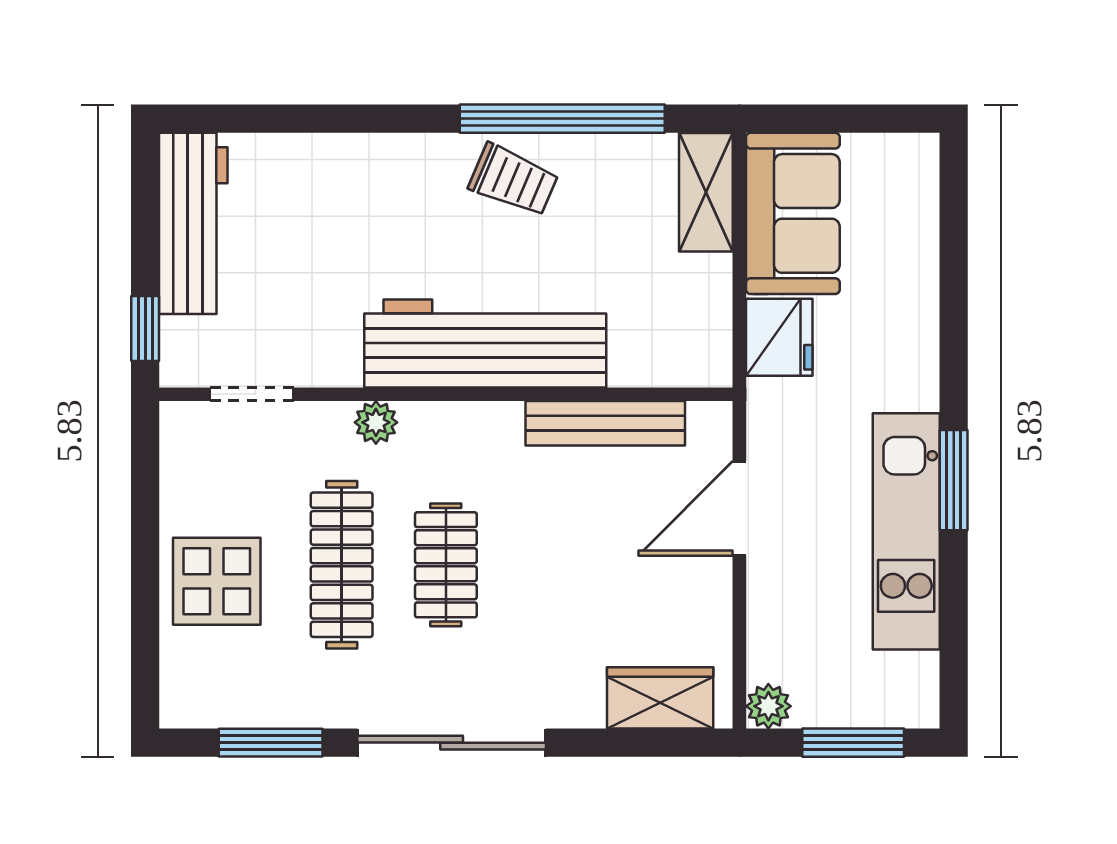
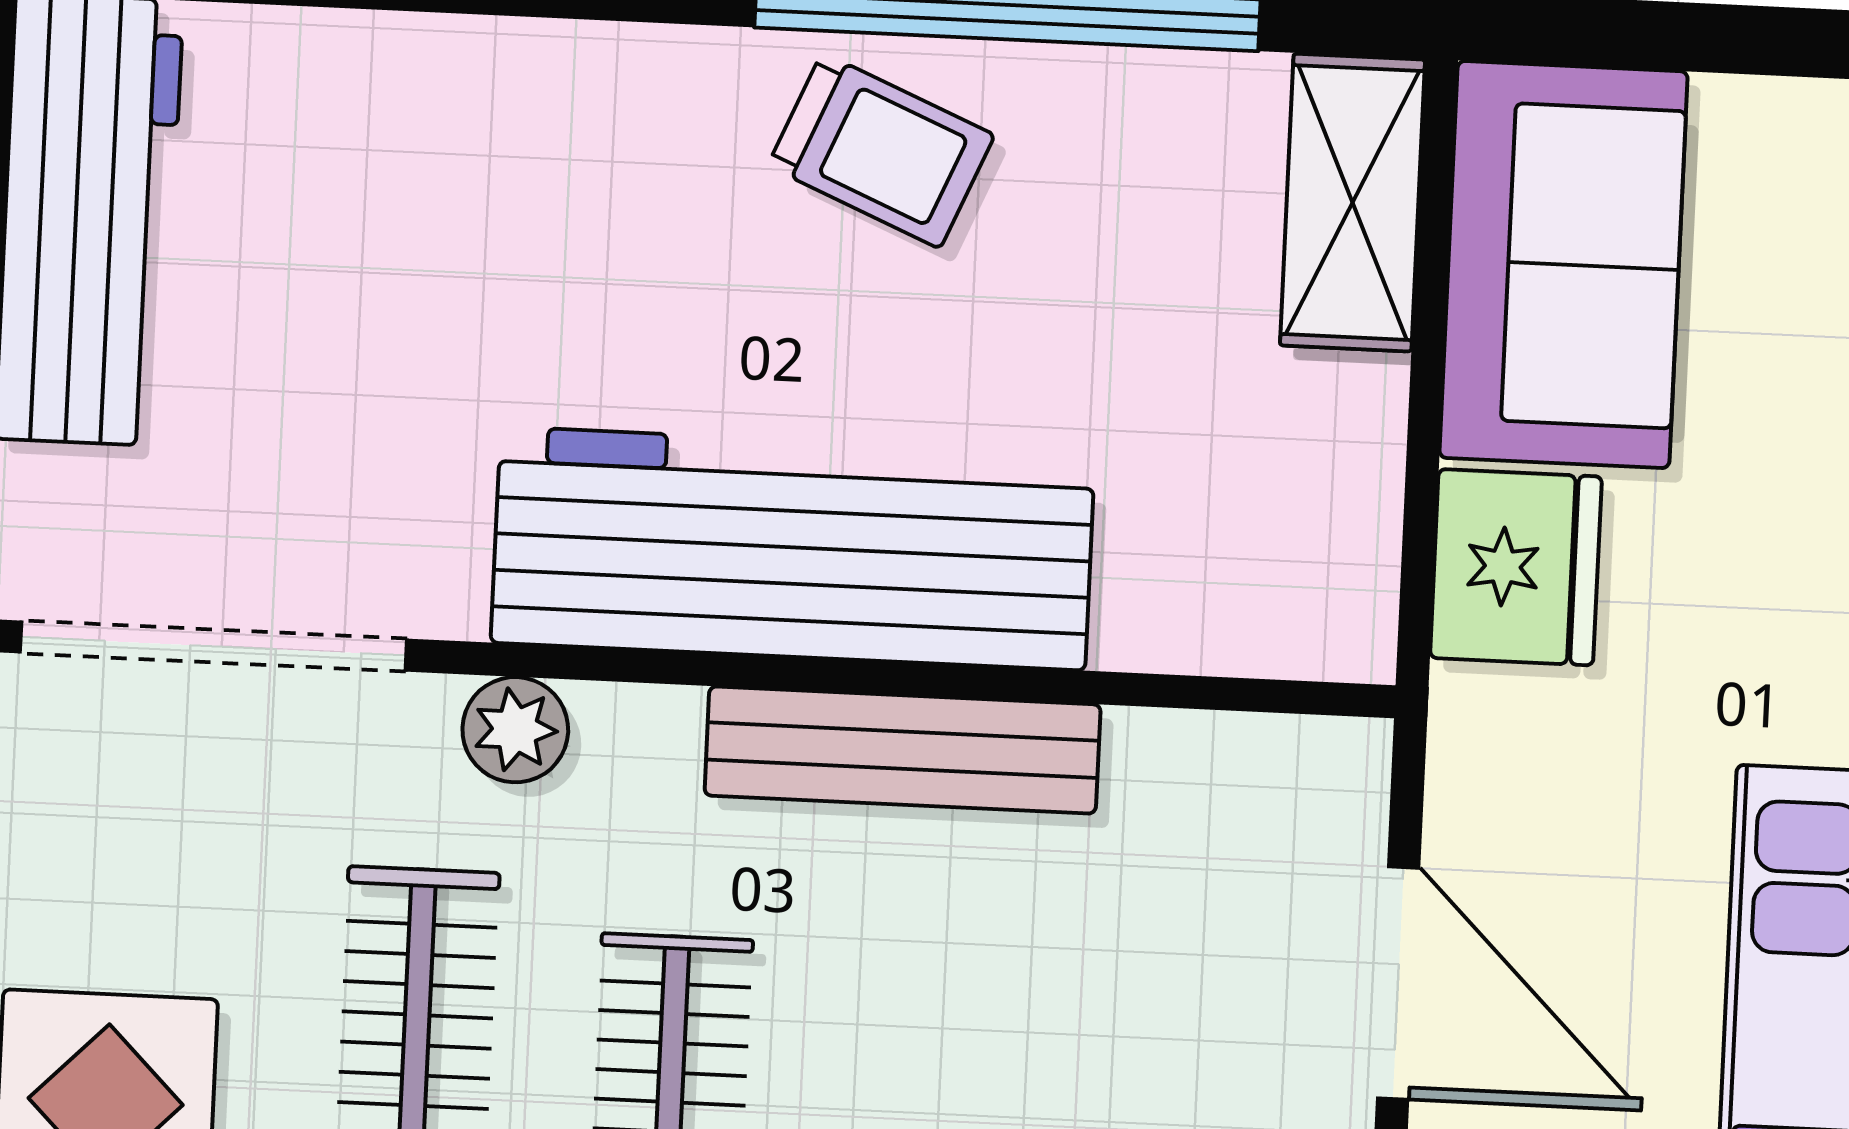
doorway: (252, 394) -> (214, 646), width x1.88
bench: (605, 423) -> (903, 750), moved
door: (739, 508) -> (1398, 983), swing flipped

